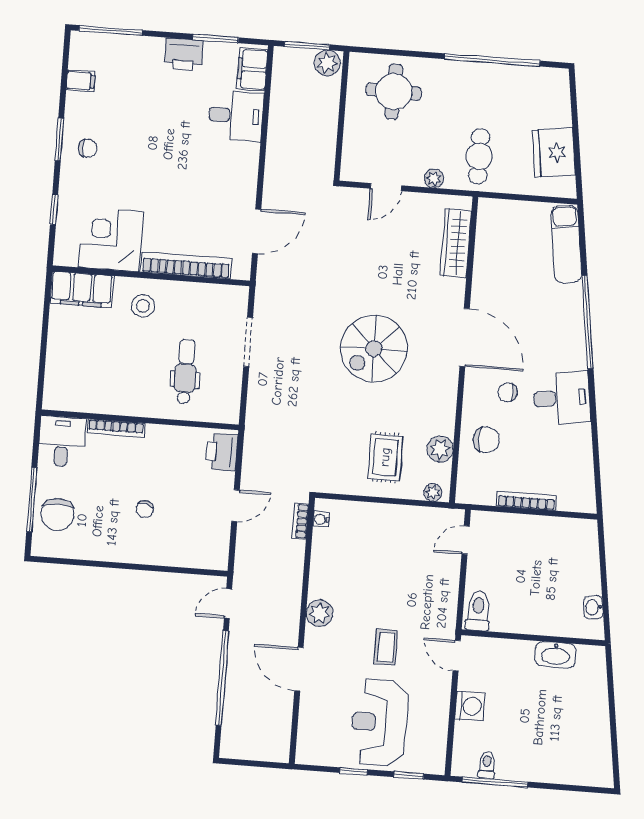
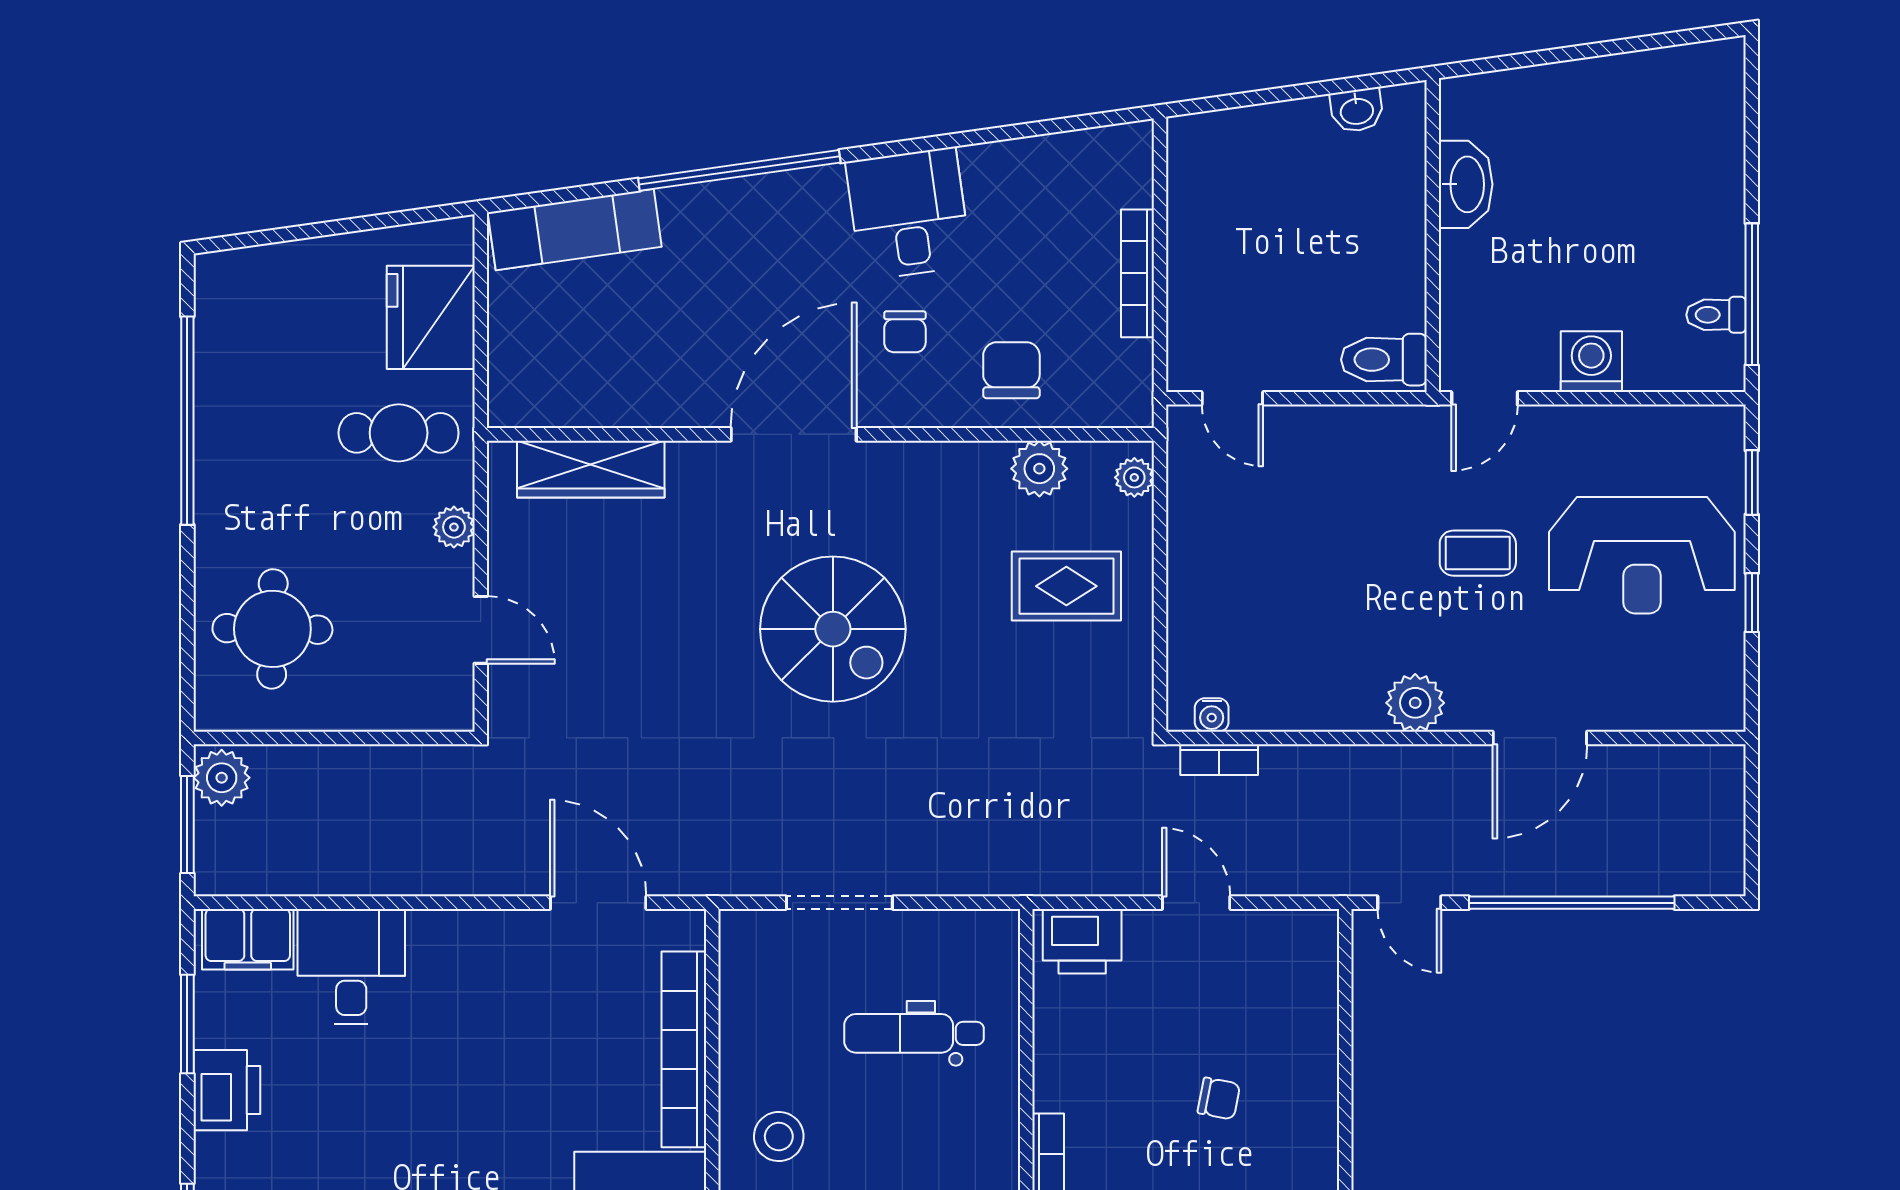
fridge: (554, 153) -> (431, 317), moved, turned 98

